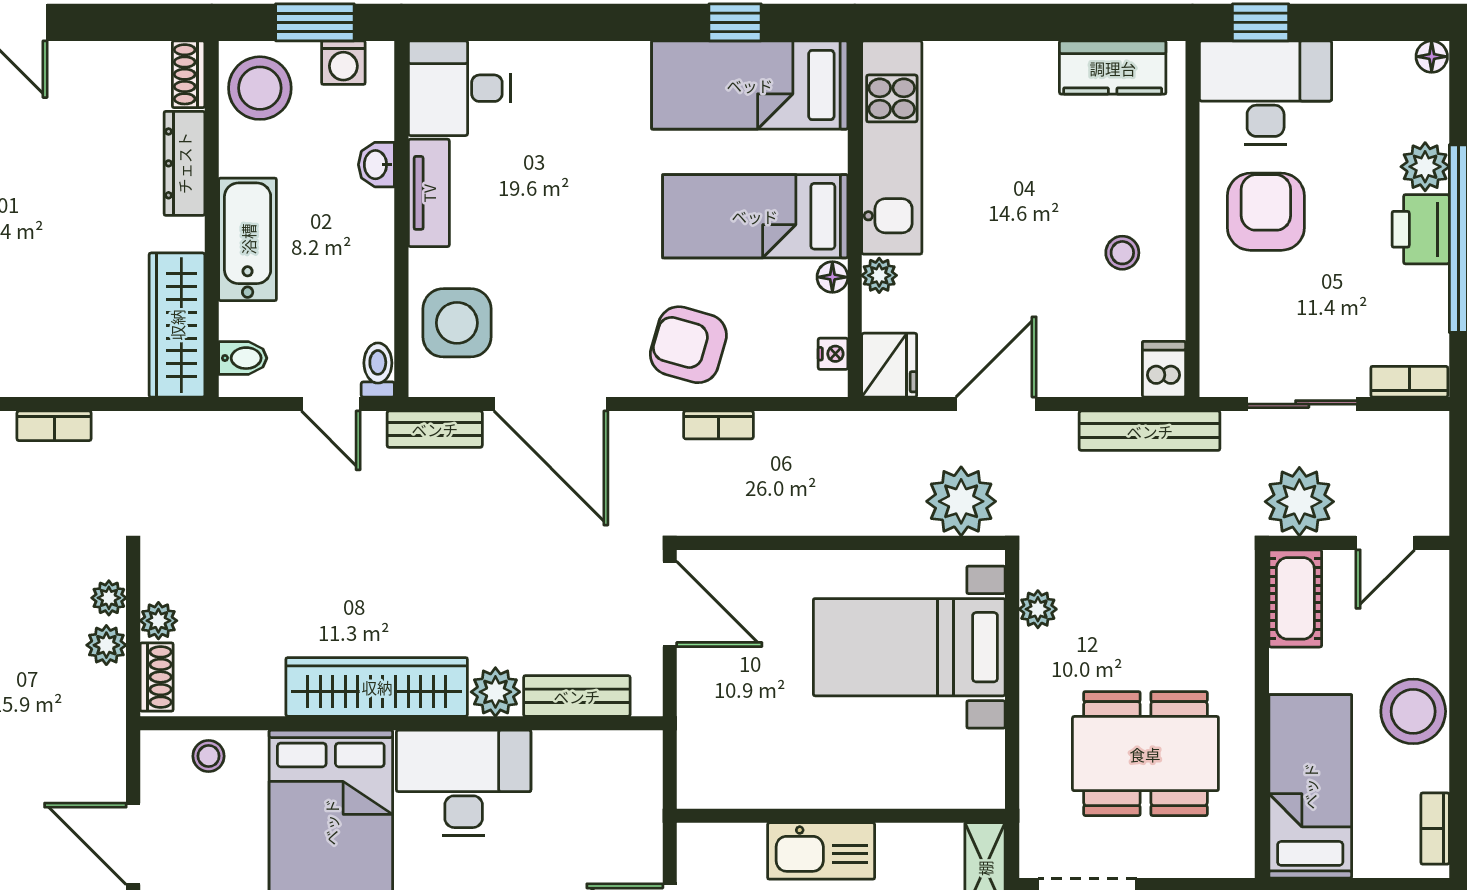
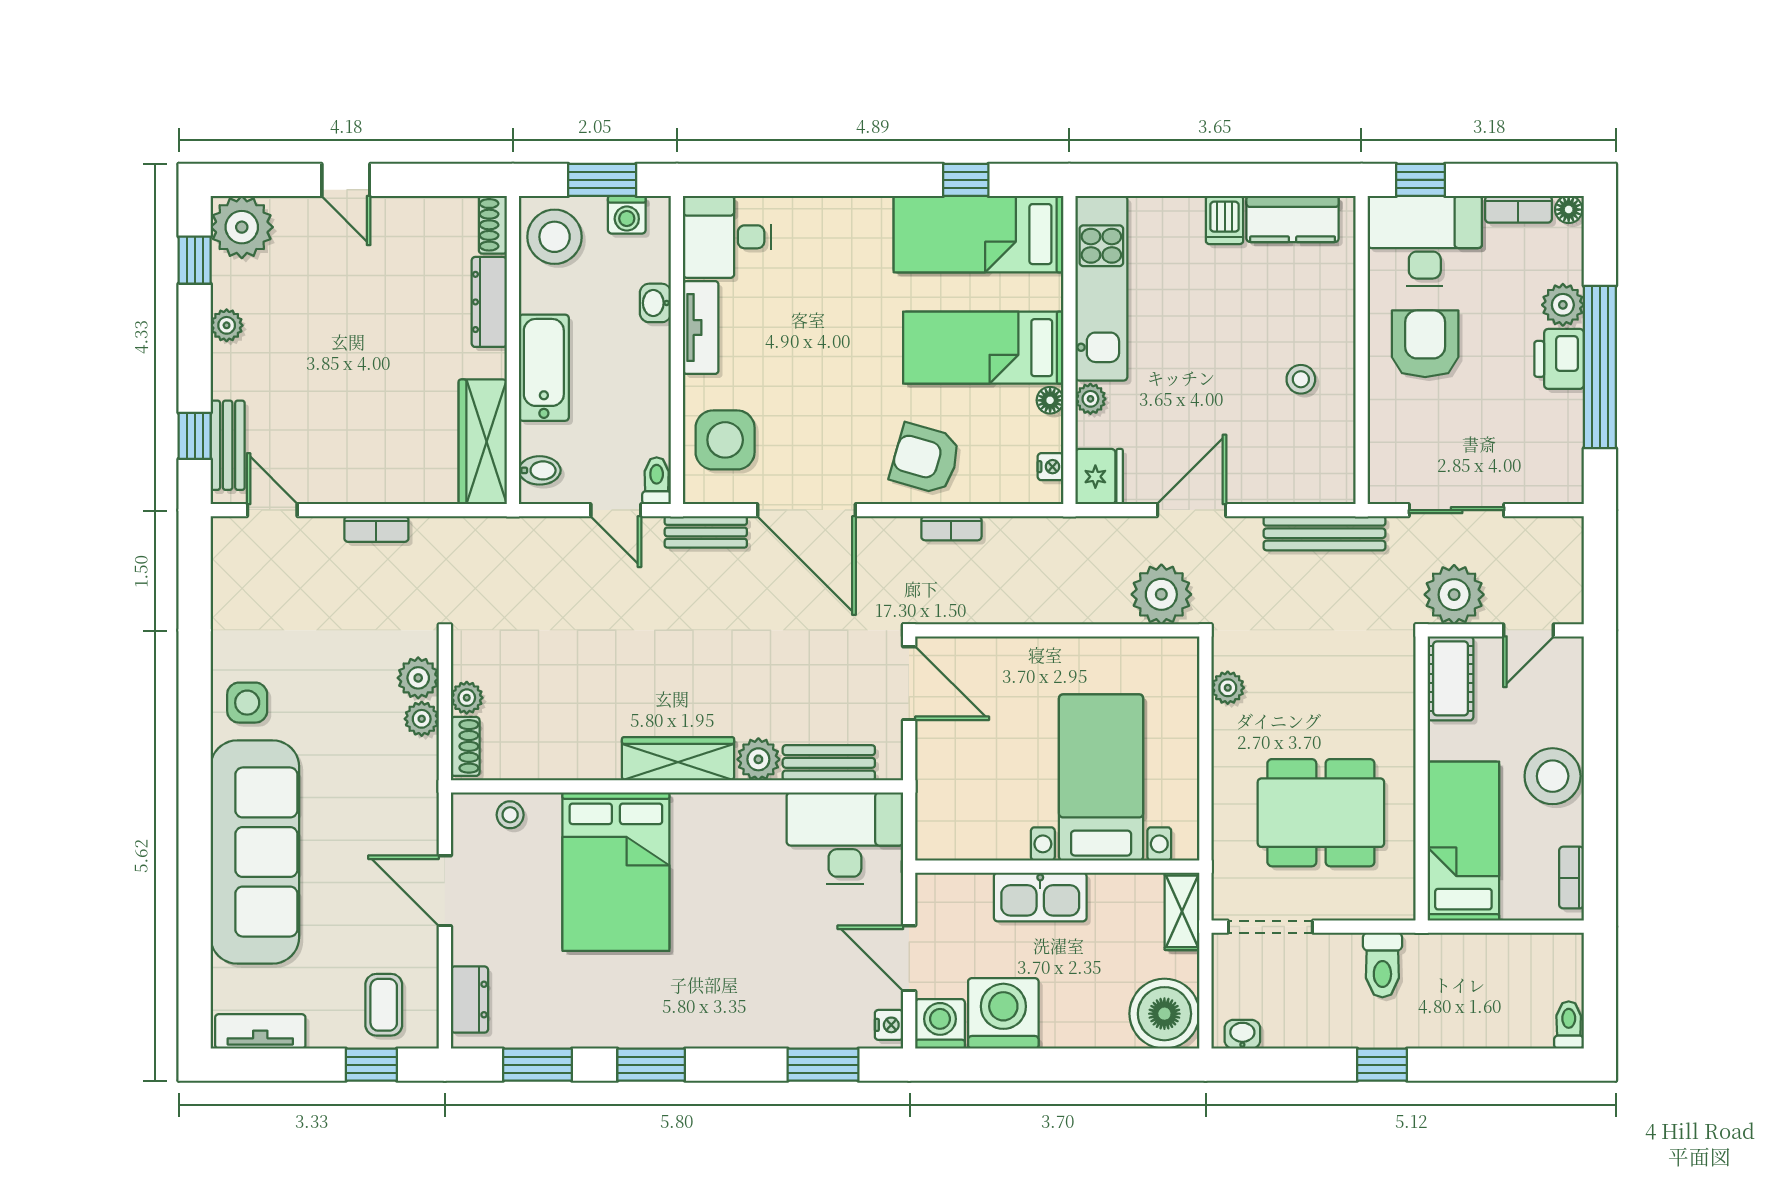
dishwasher: (1164, 369) -> (1225, 220), moved, turned 180
bookcase: (1409, 382) -> (1518, 209), moved, turned 180
plant: (109, 598) -> (418, 678), width x1.38, depth x1.38
bed with nightstands: (909, 647) -> (1101, 777), moved, turned 90
wardrobe: (377, 687) -> (678, 759), width x0.71, depth x0.85
desk: (464, 783) -> (845, 838), moved

